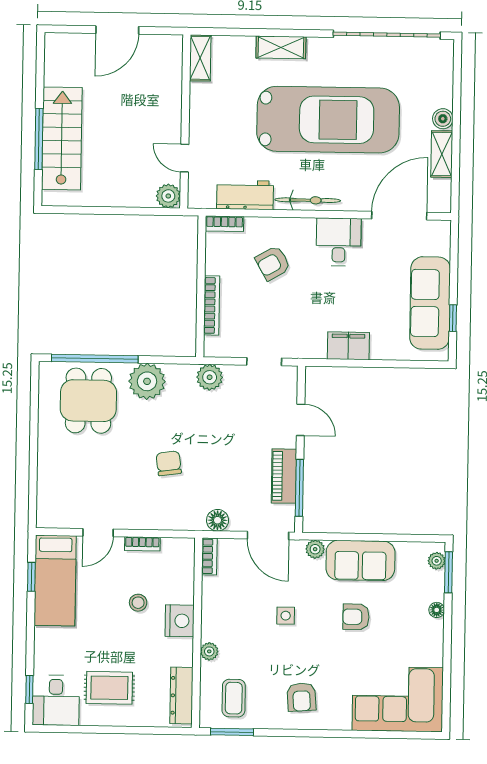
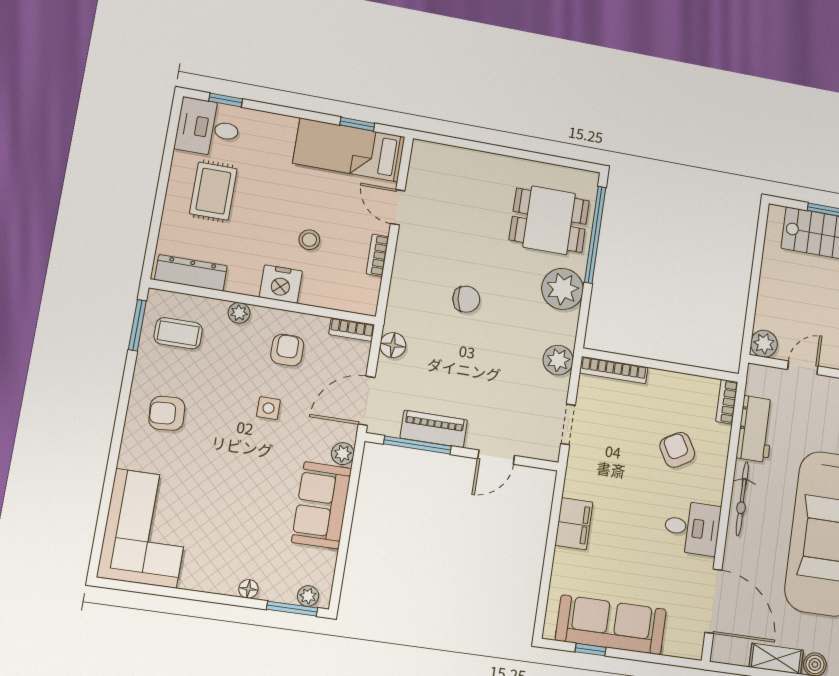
bookcase: (212, 305) -> (614, 370), moved
armchair: (356, 617) -> (287, 350), moved

